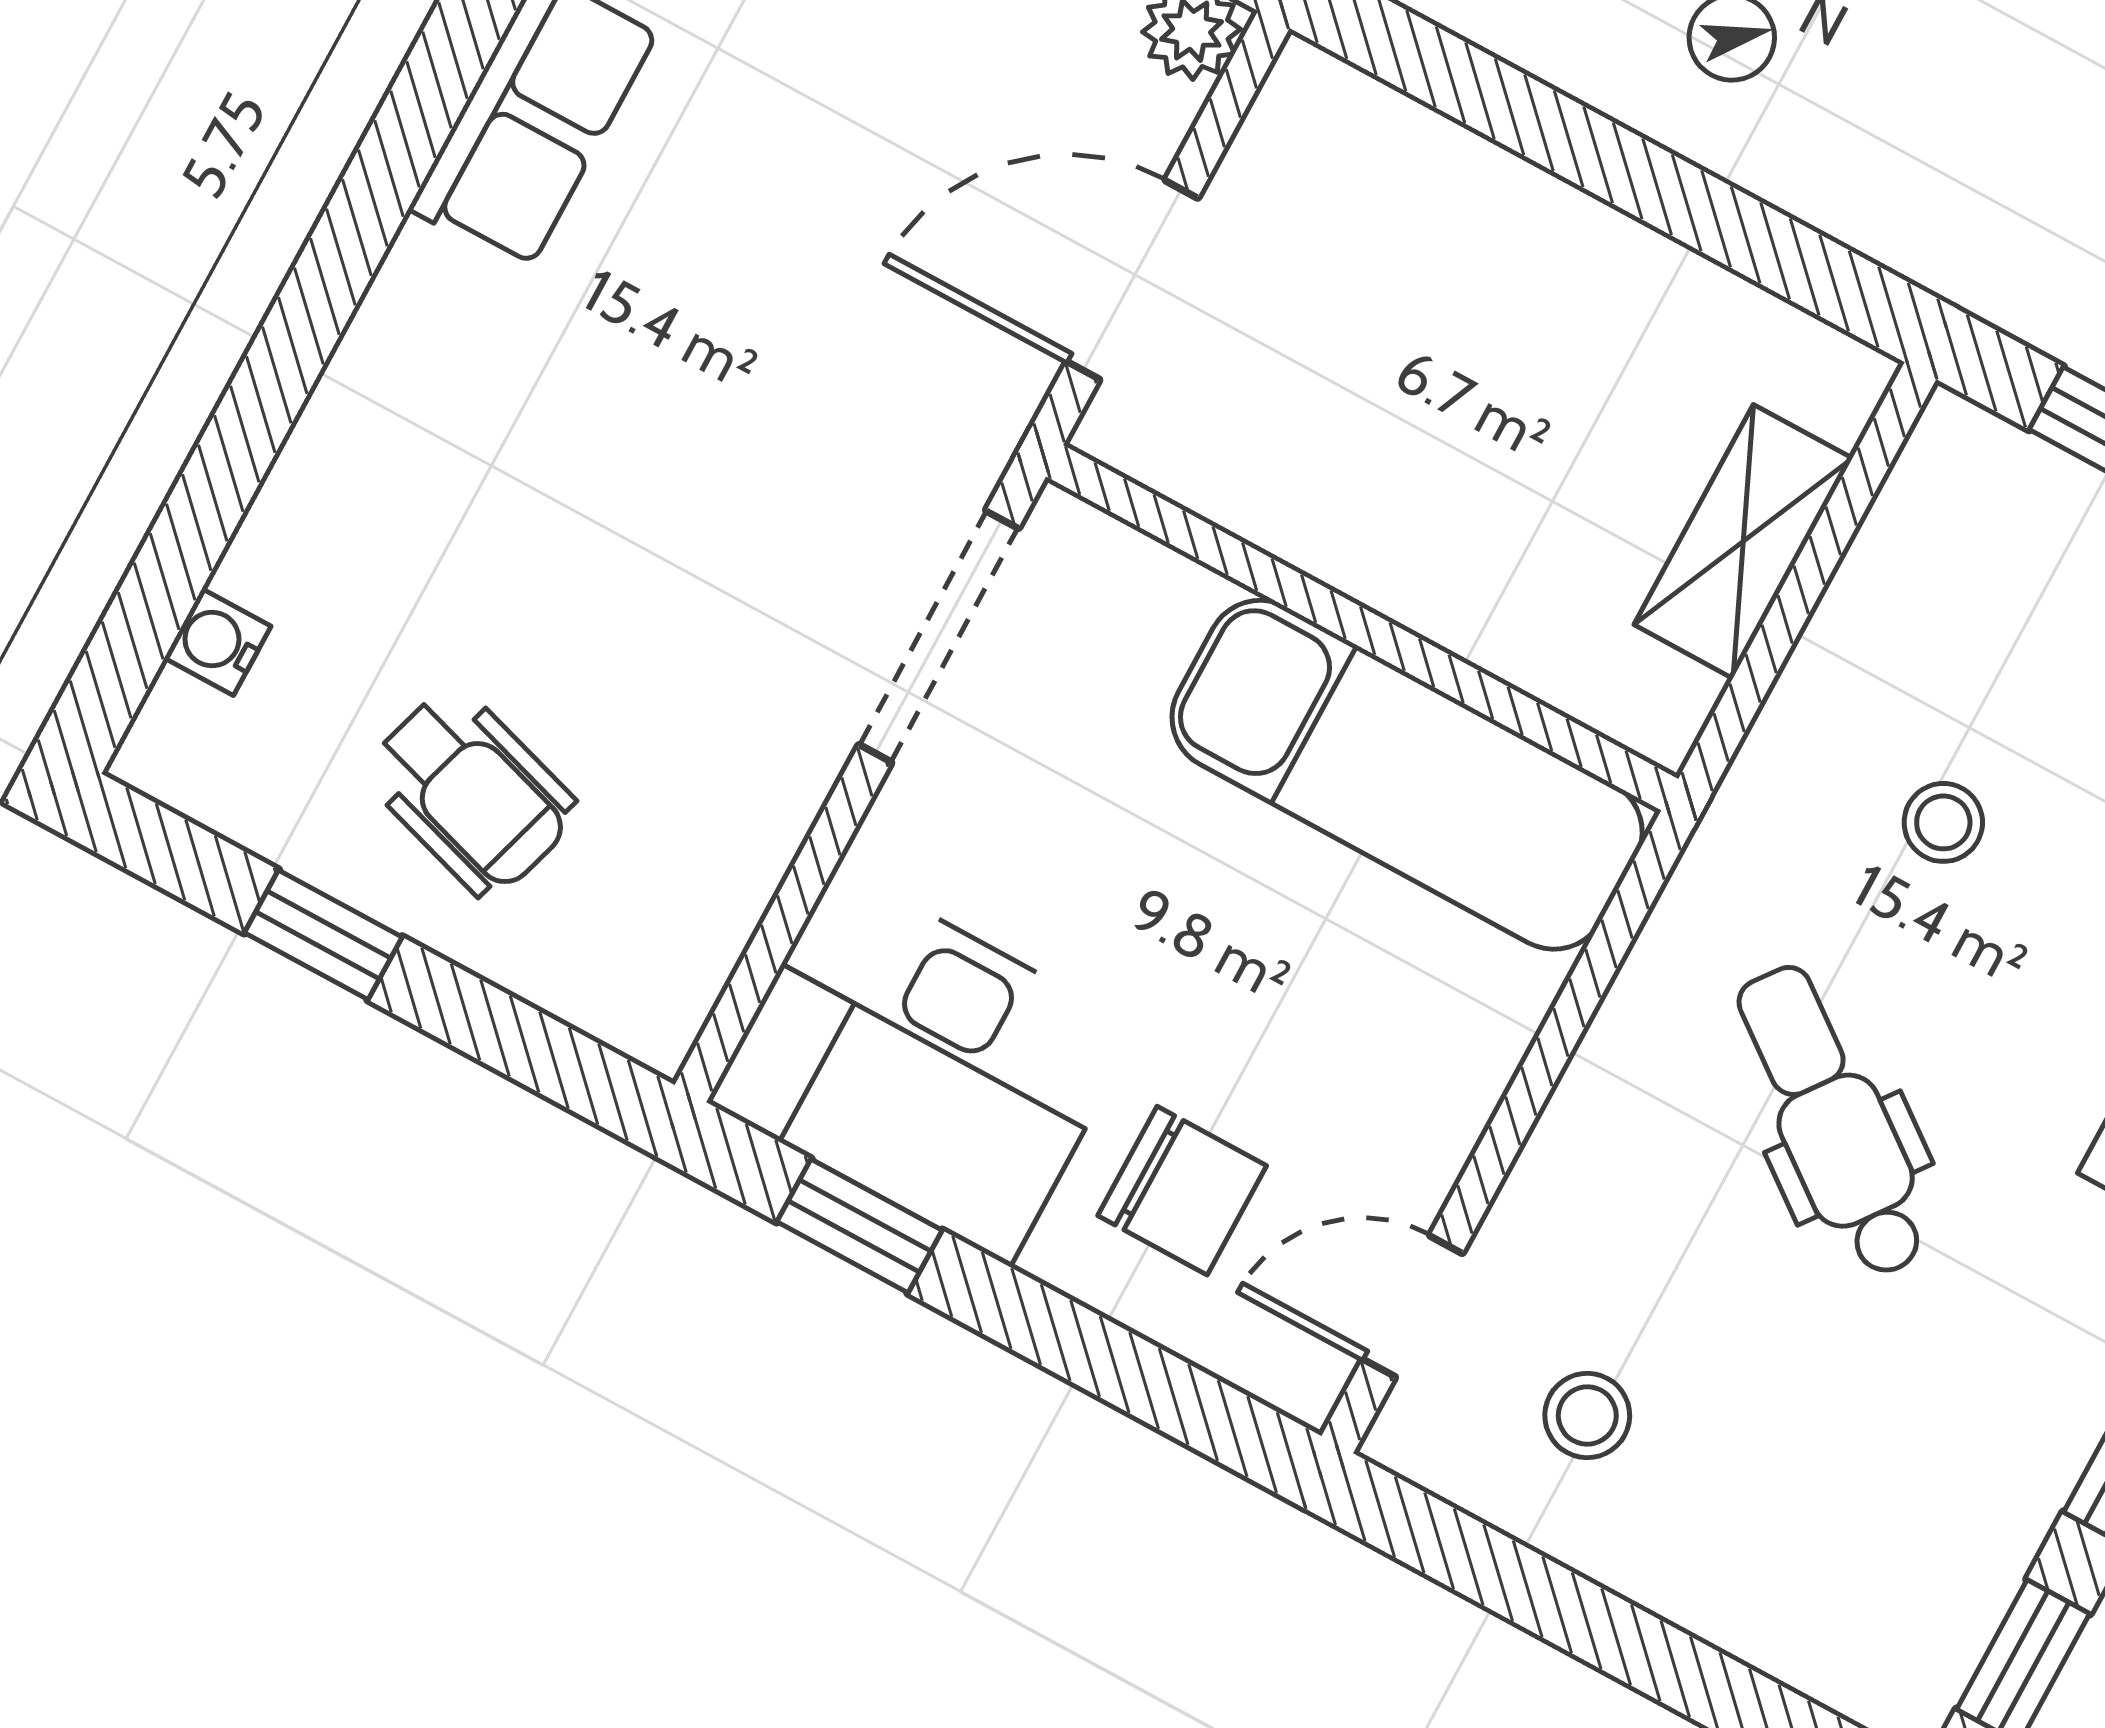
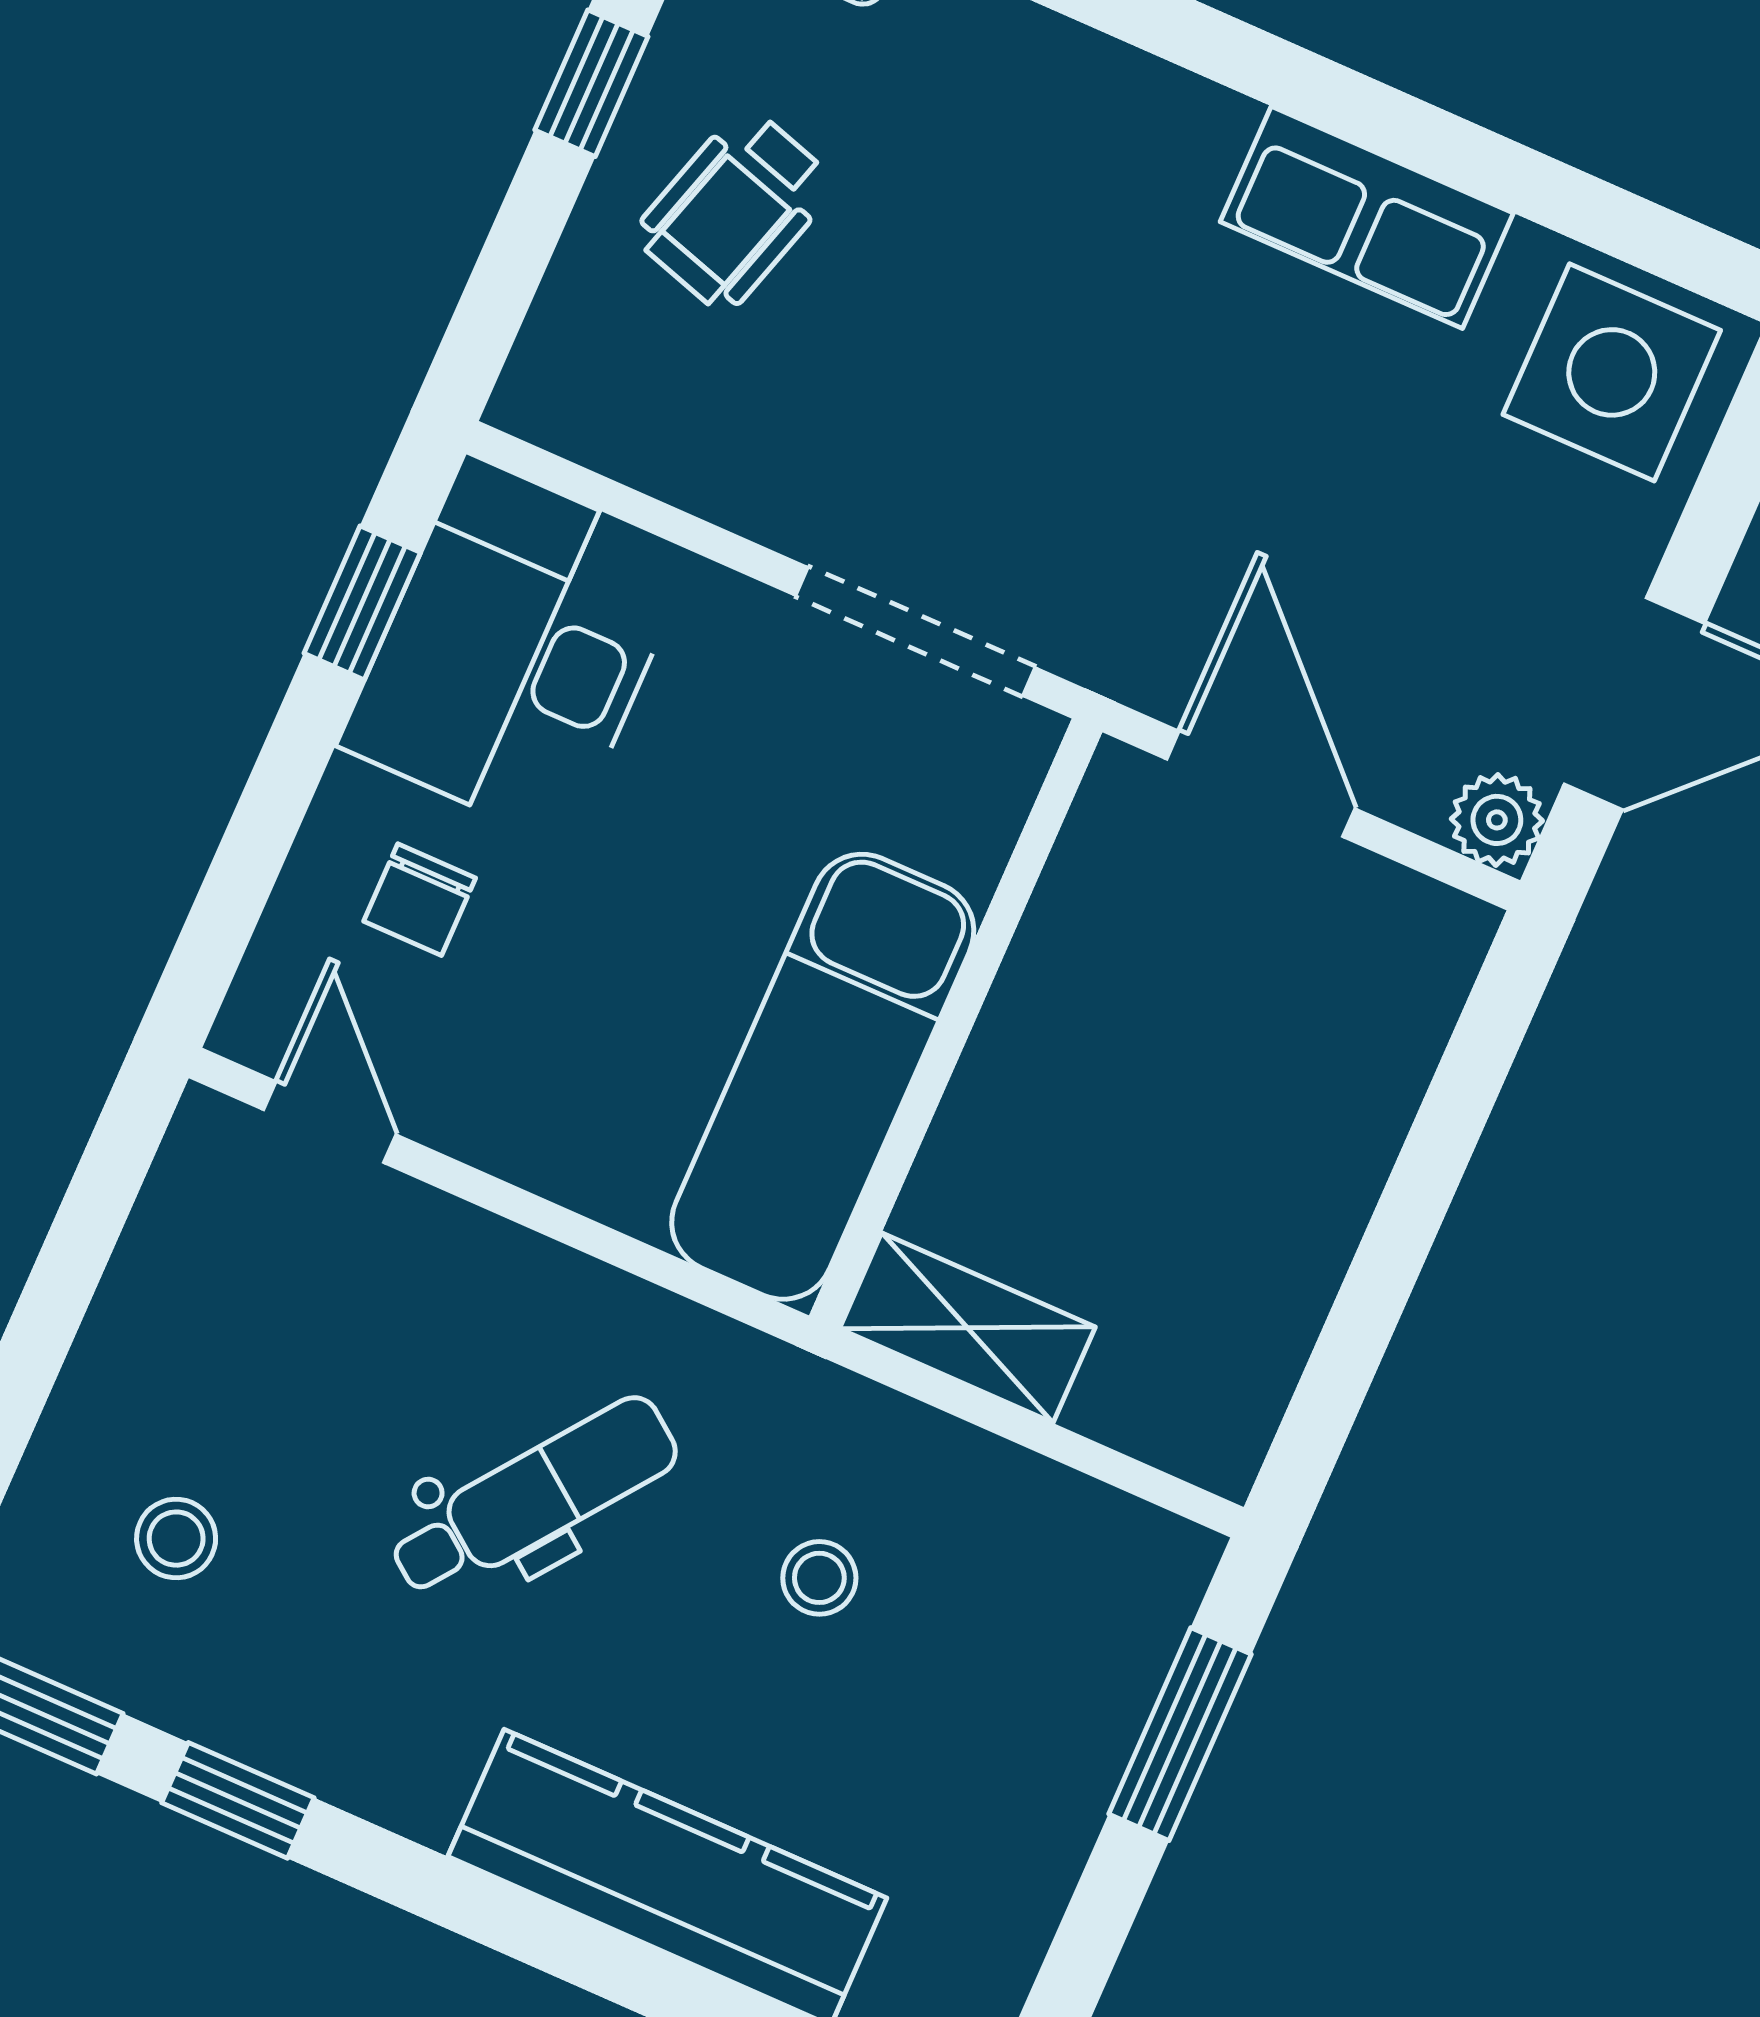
shelving: (1743, 541) -> (967, 1328), moved
chair: (1182, 1191) -> (420, 900), width x0.73, depth x0.73
stool: (1587, 1416) -> (176, 1539), moved

